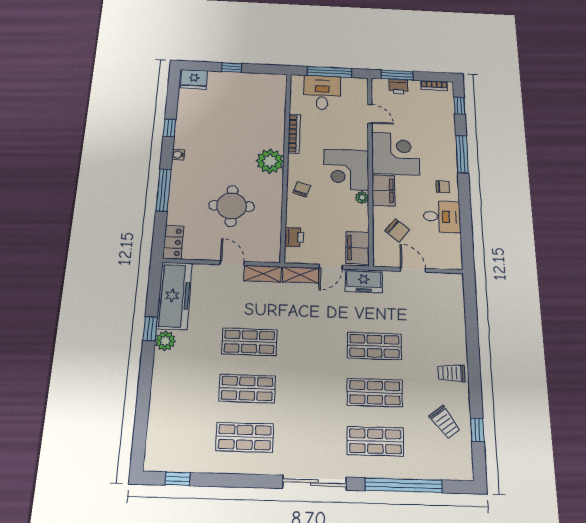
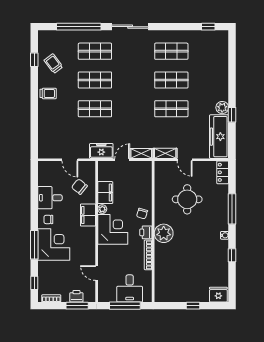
corner desk: (395, 154) -> (54, 245), moved, turned 180
printer: (294, 237) -> (146, 232), moved
filing cabinet: (358, 248) -> (105, 193), moved

